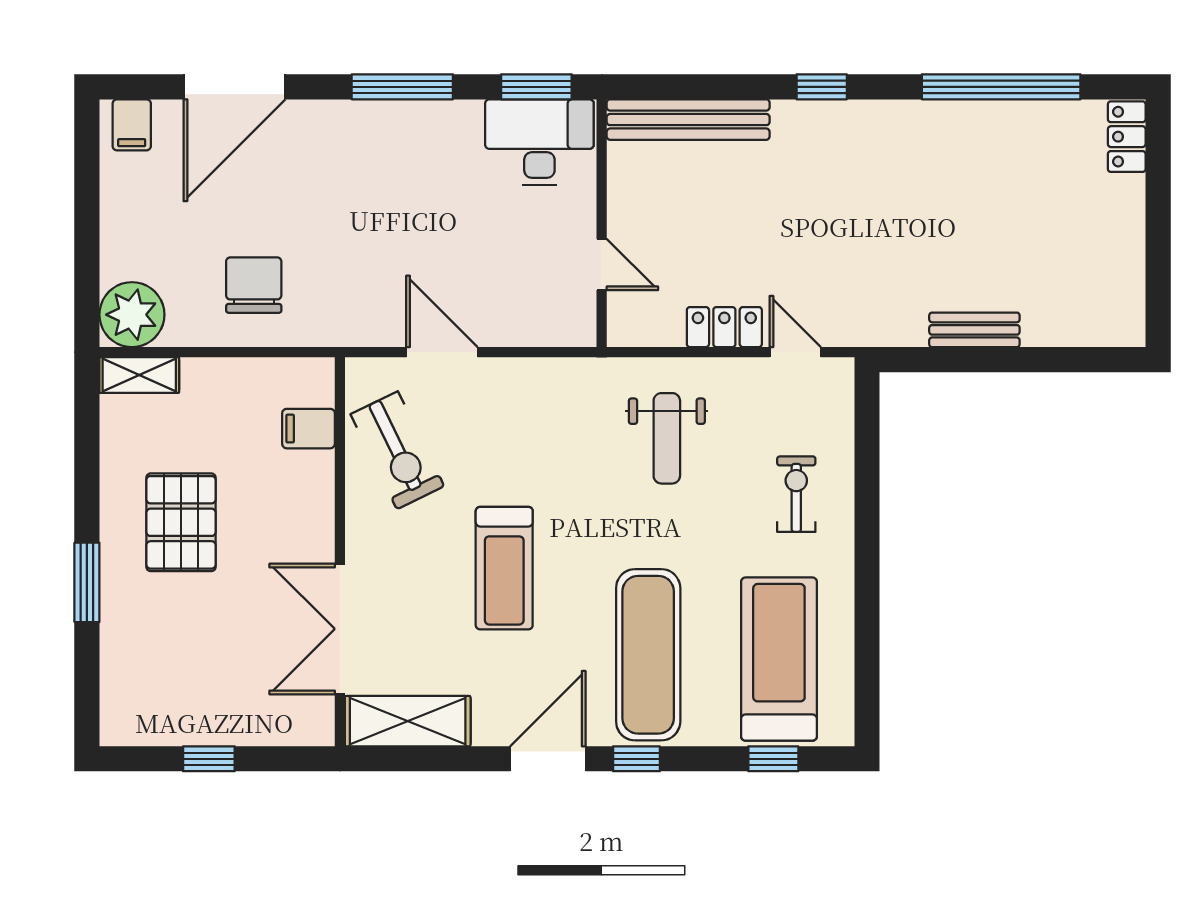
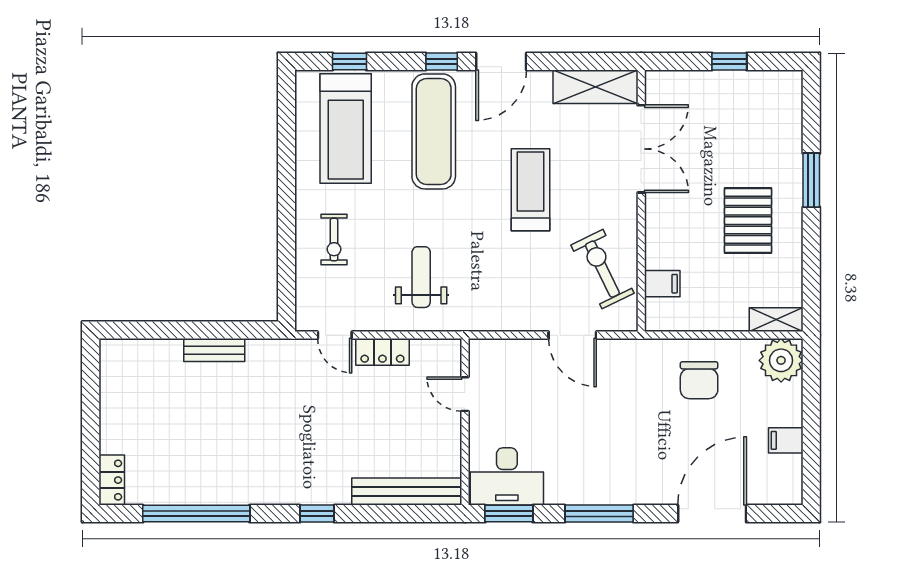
filing cabinet: (132, 125) -> (786, 440), moved, turned -90

